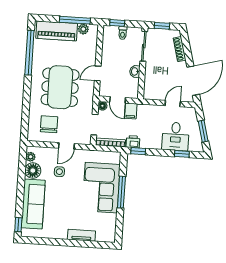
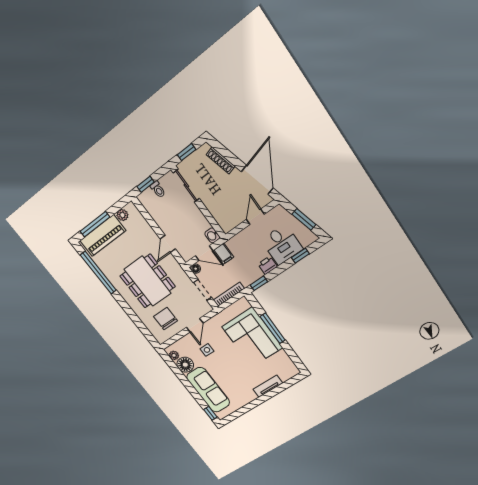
window: (75, 20) -> (95, 224), moved
washbasin: (135, 71) -> (212, 235), moved
printer: (133, 142) -> (268, 265), moved

